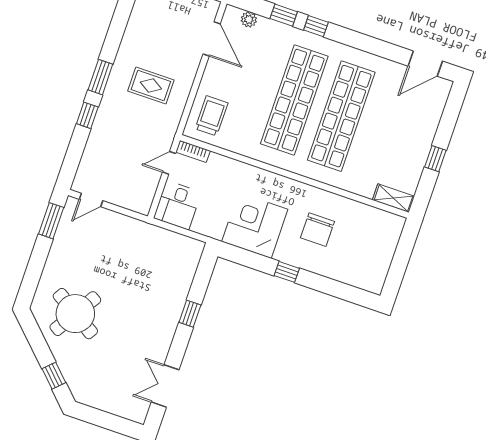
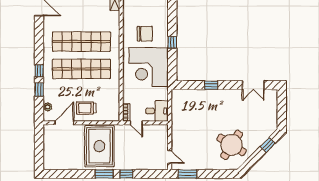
rug: (151, 86) -> (99, 146), width x1.86, depth x2.06
trolley: (212, 116) -> (86, 108), moved
corner desk: (255, 225) -> (149, 67), width x1.36, depth x1.36

